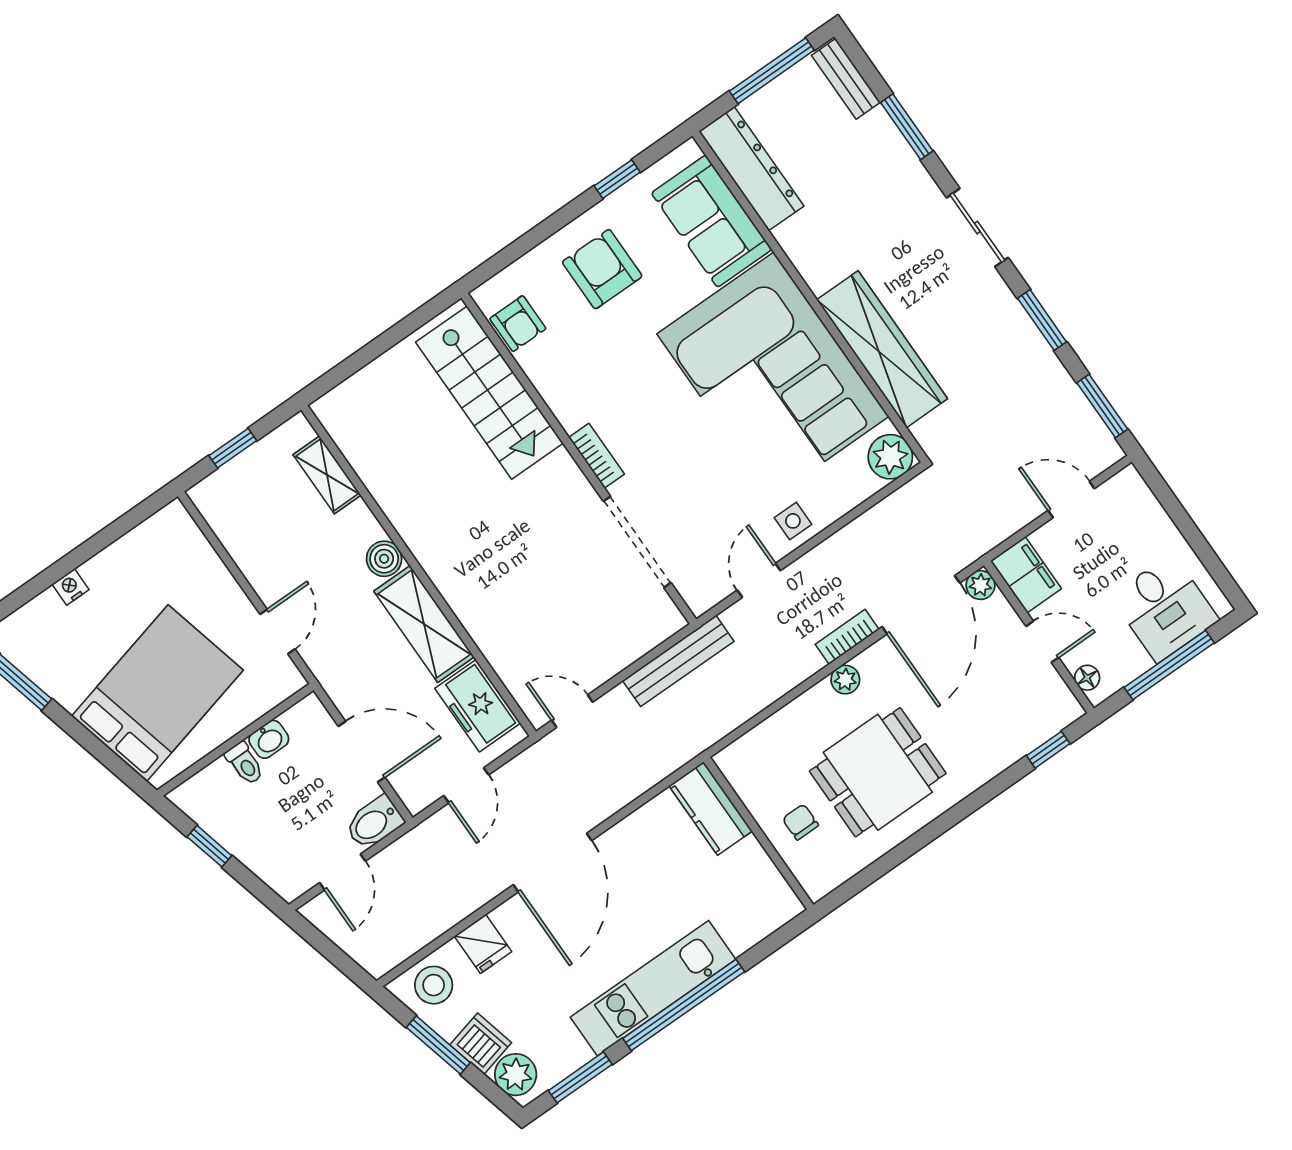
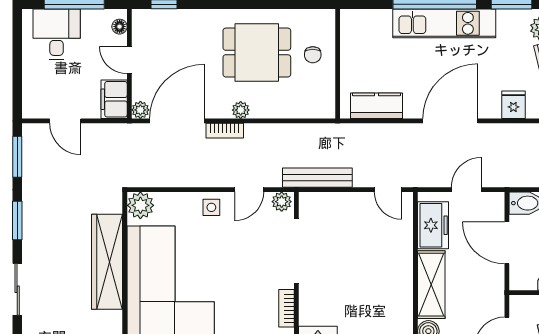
plant: (704, 595) -> (282, 202), added
kitchen counter: (711, 808) -> (377, 106), moved, turned -90

